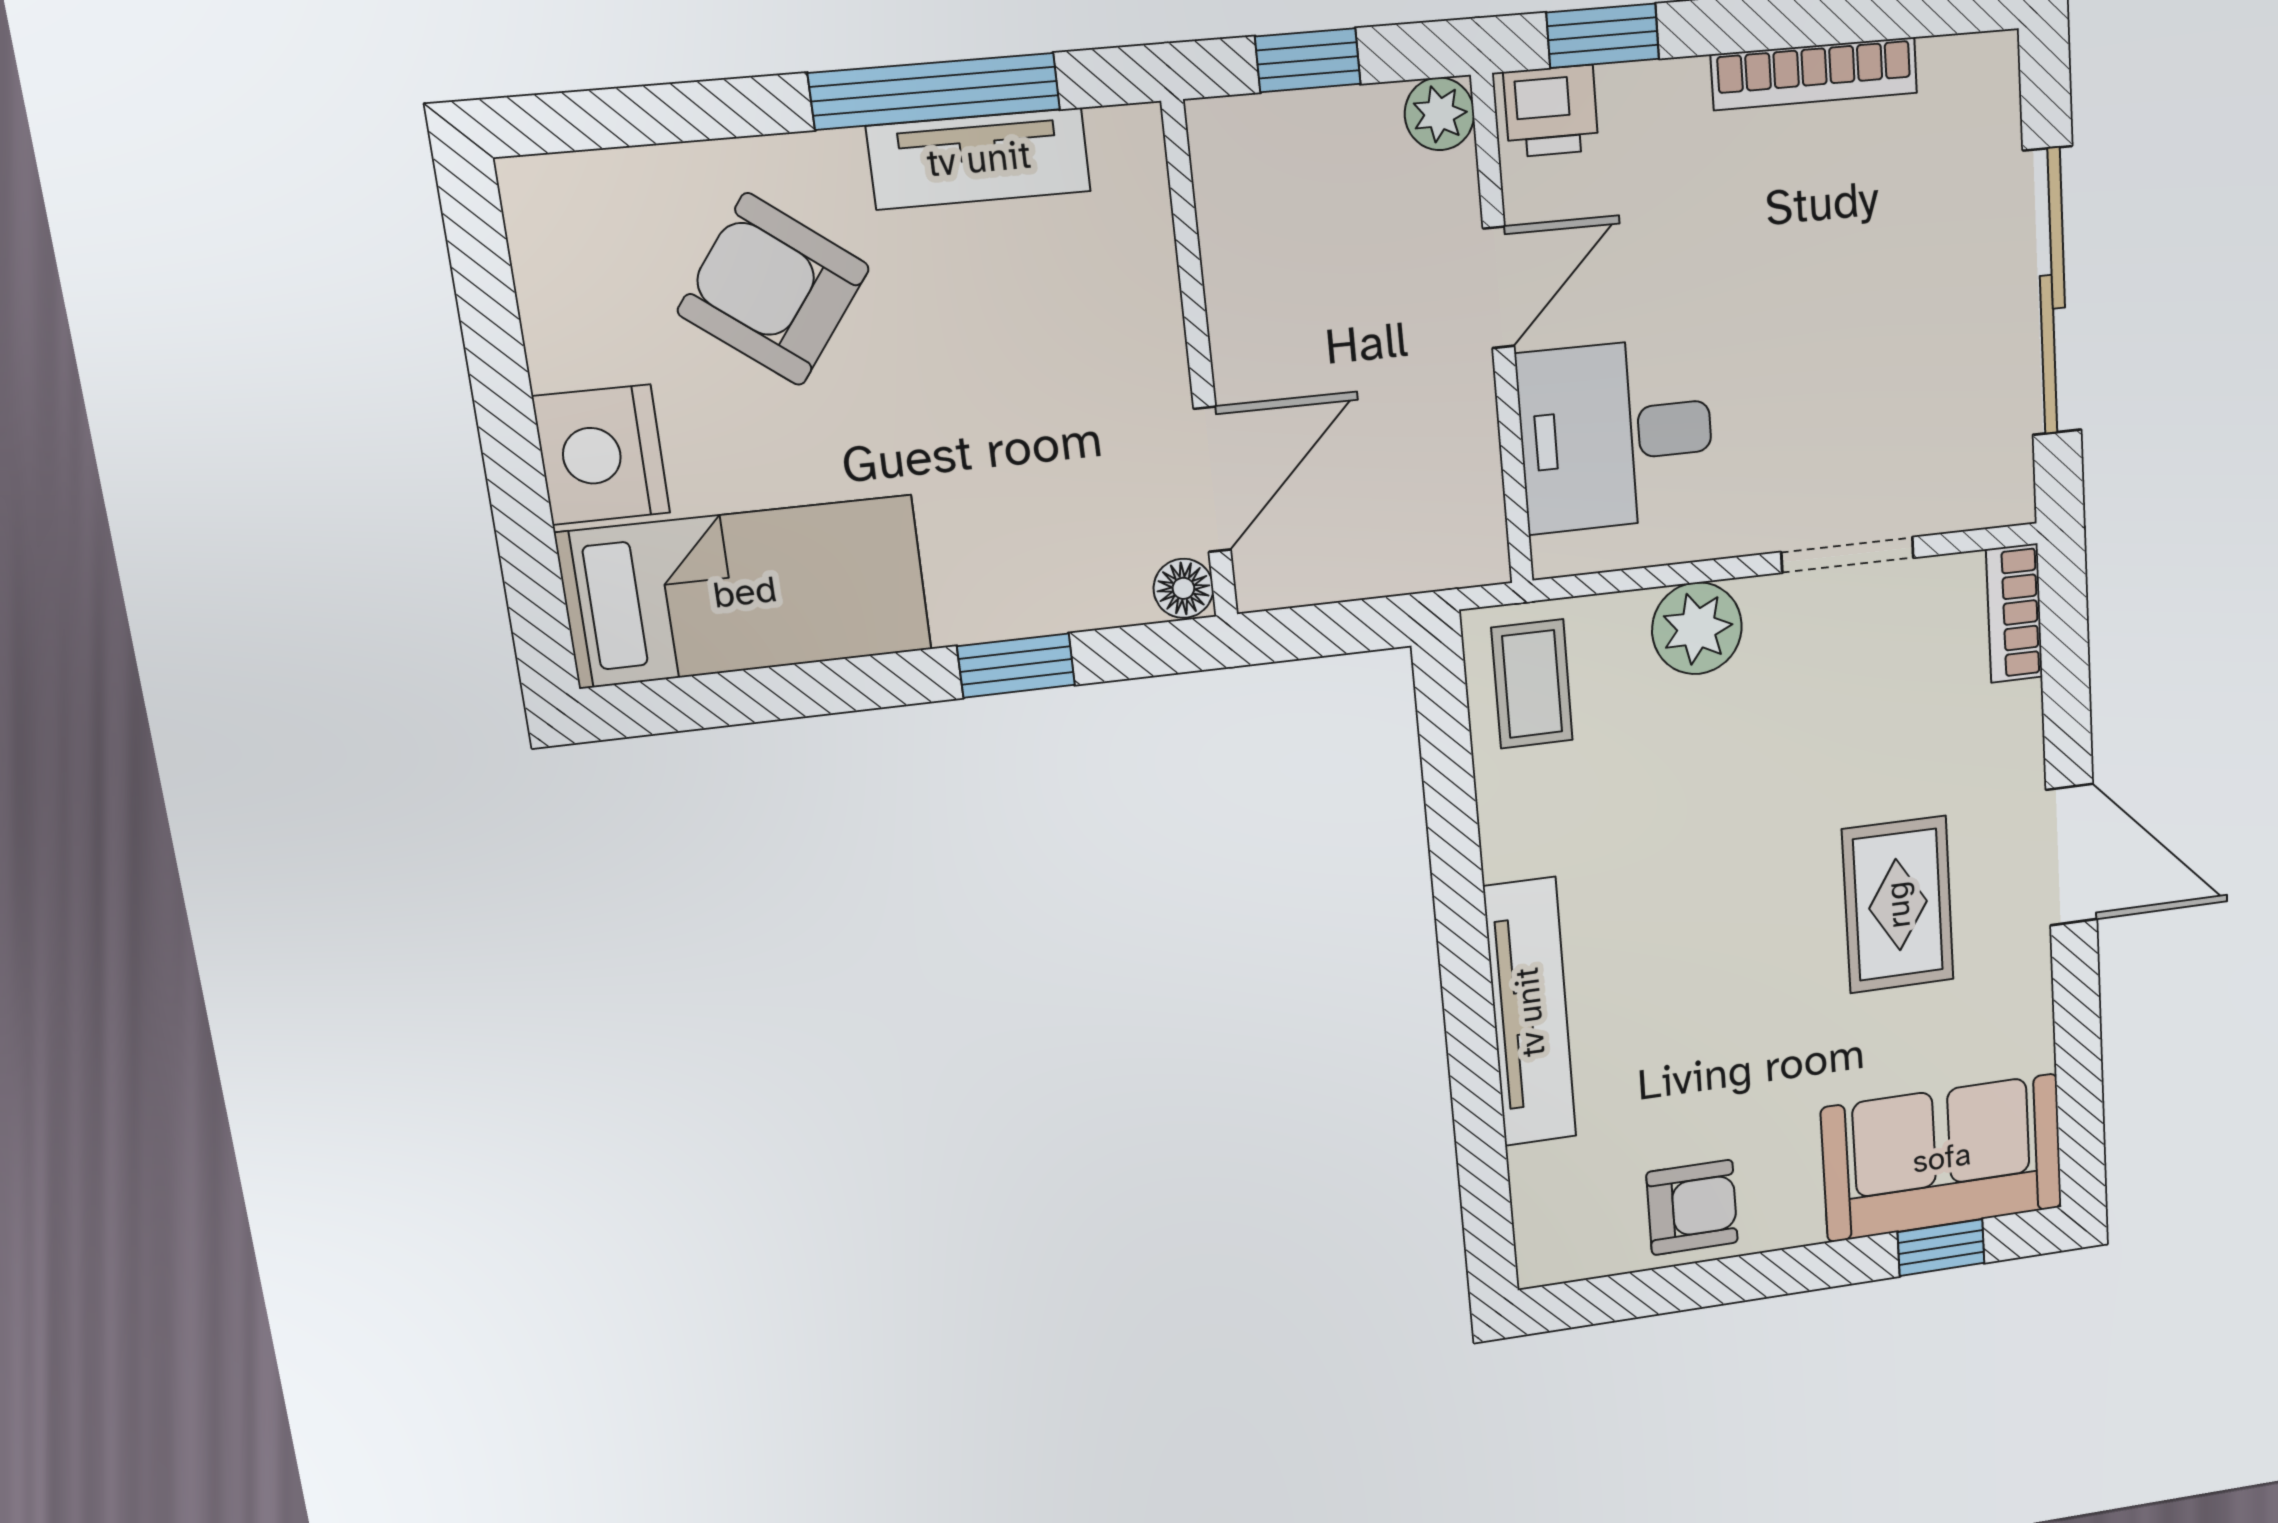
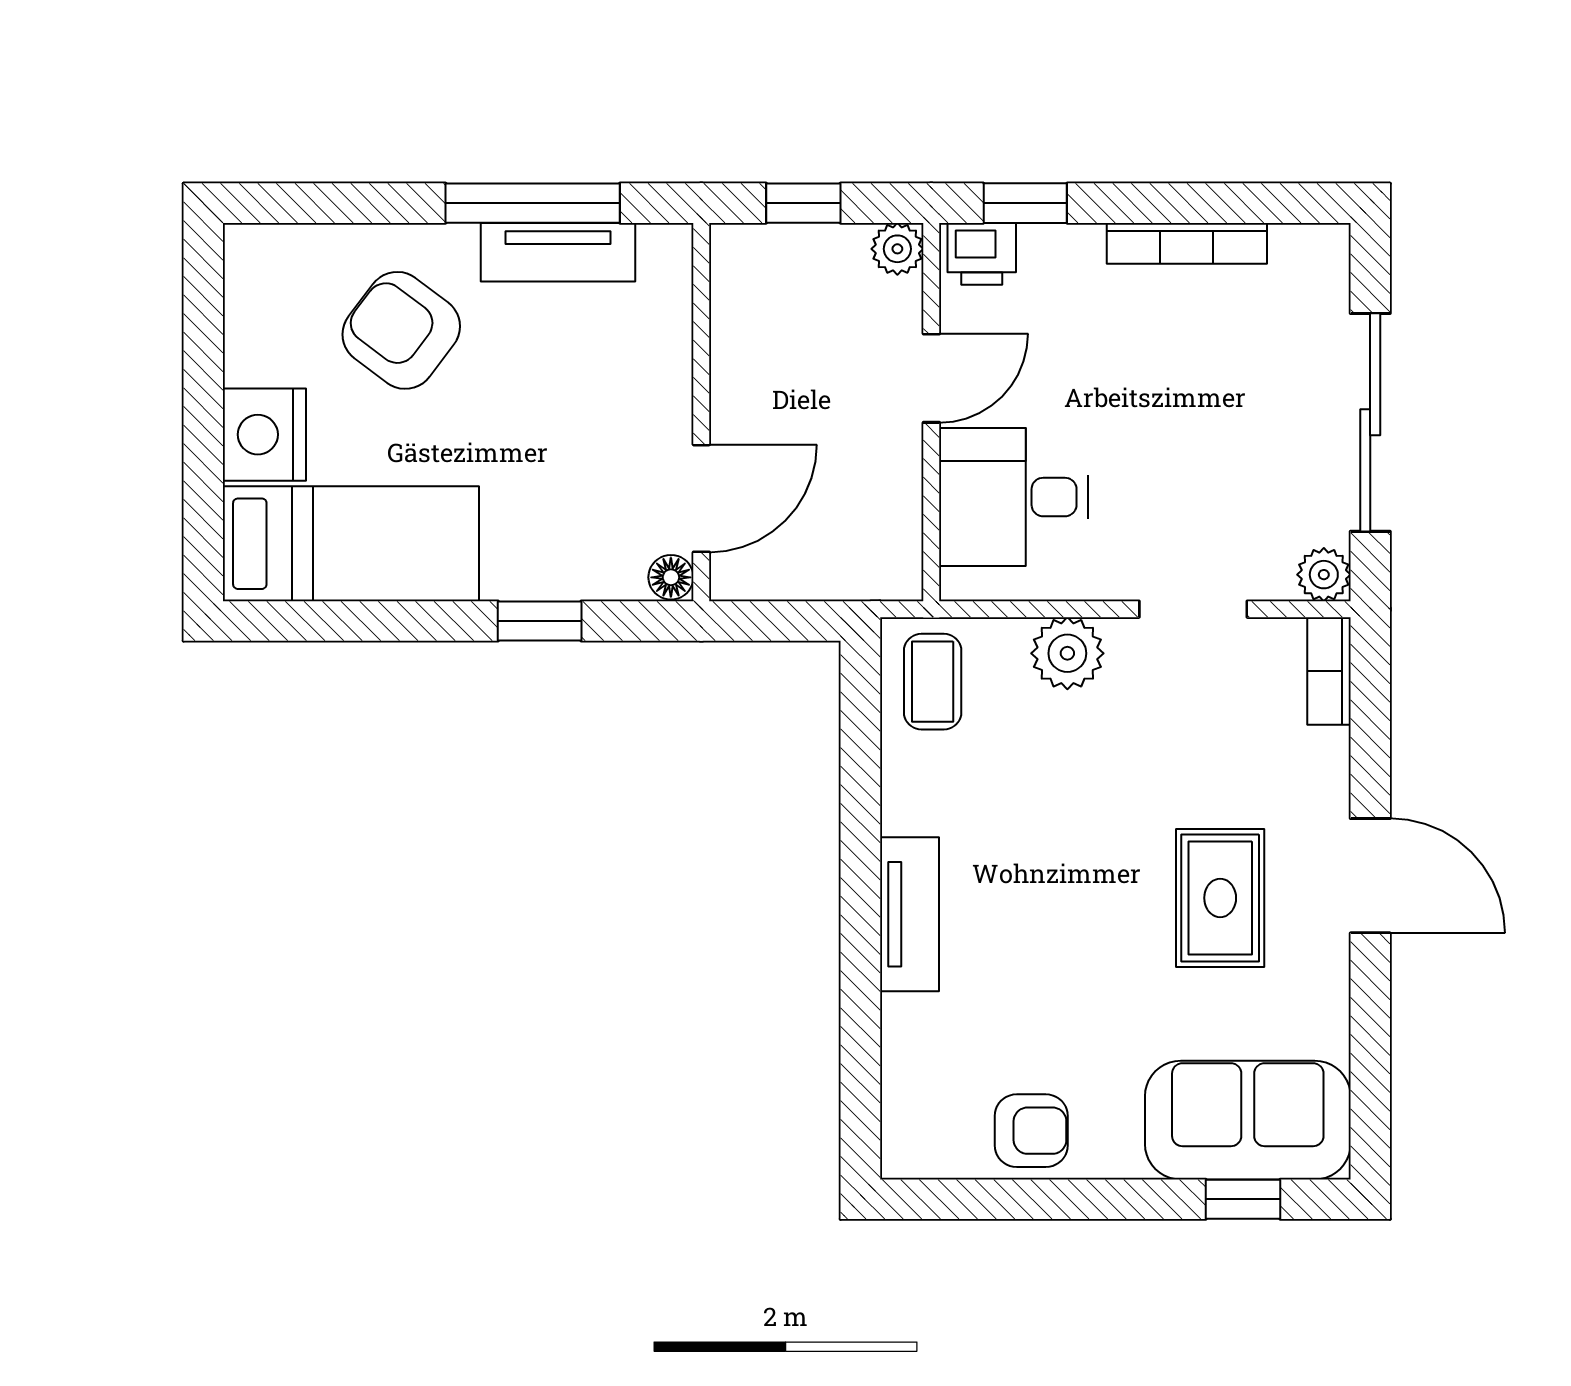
plant: (2004, 493) -> (1324, 575), added
tv unit: (1530, 1012) -> (909, 914), width x0.71

